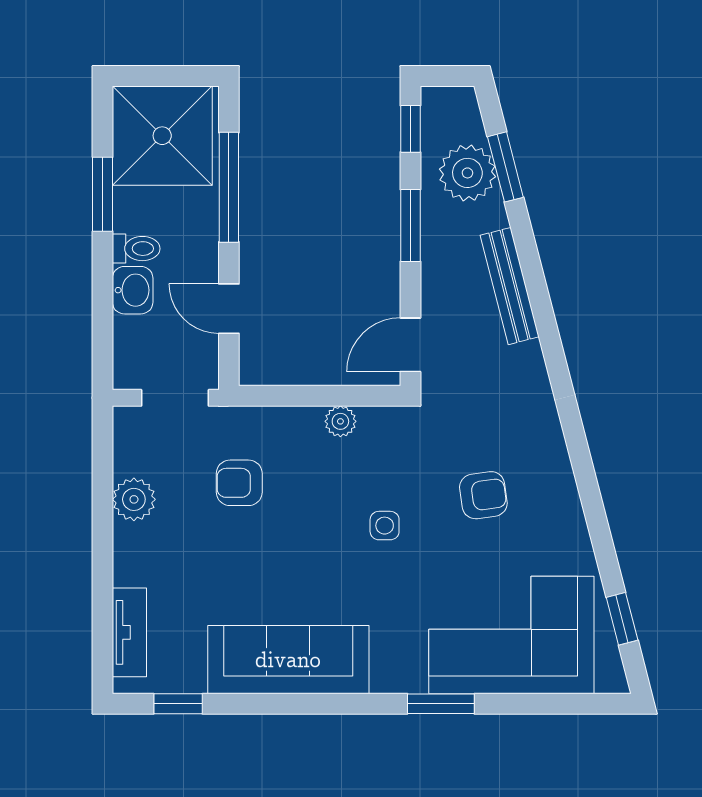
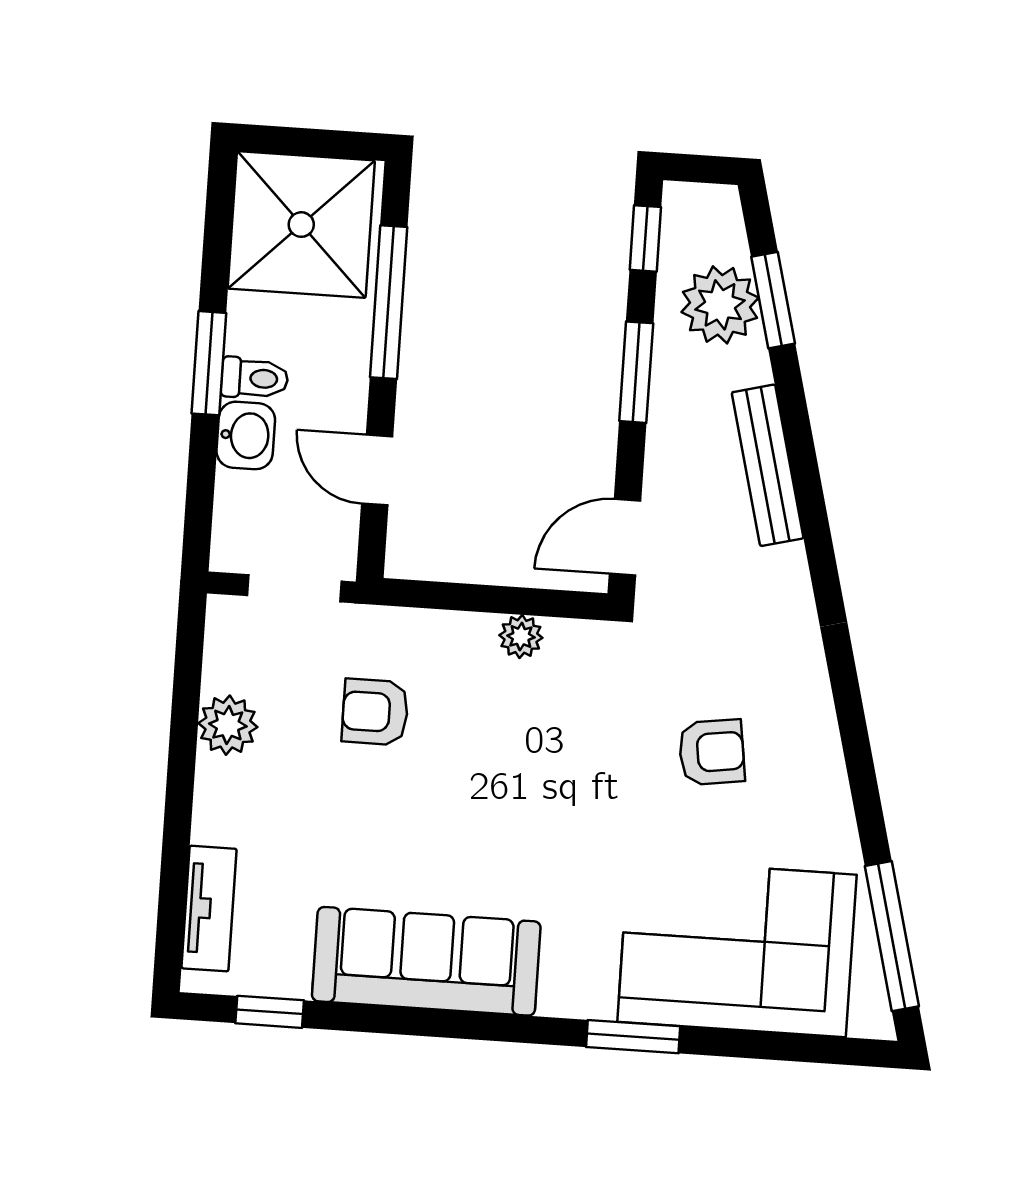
window: (103, 194) -> (209, 363), moved
side table: (385, 526) -> (572, 785), removed
window: (622, 619) -> (892, 936), width x2.17

